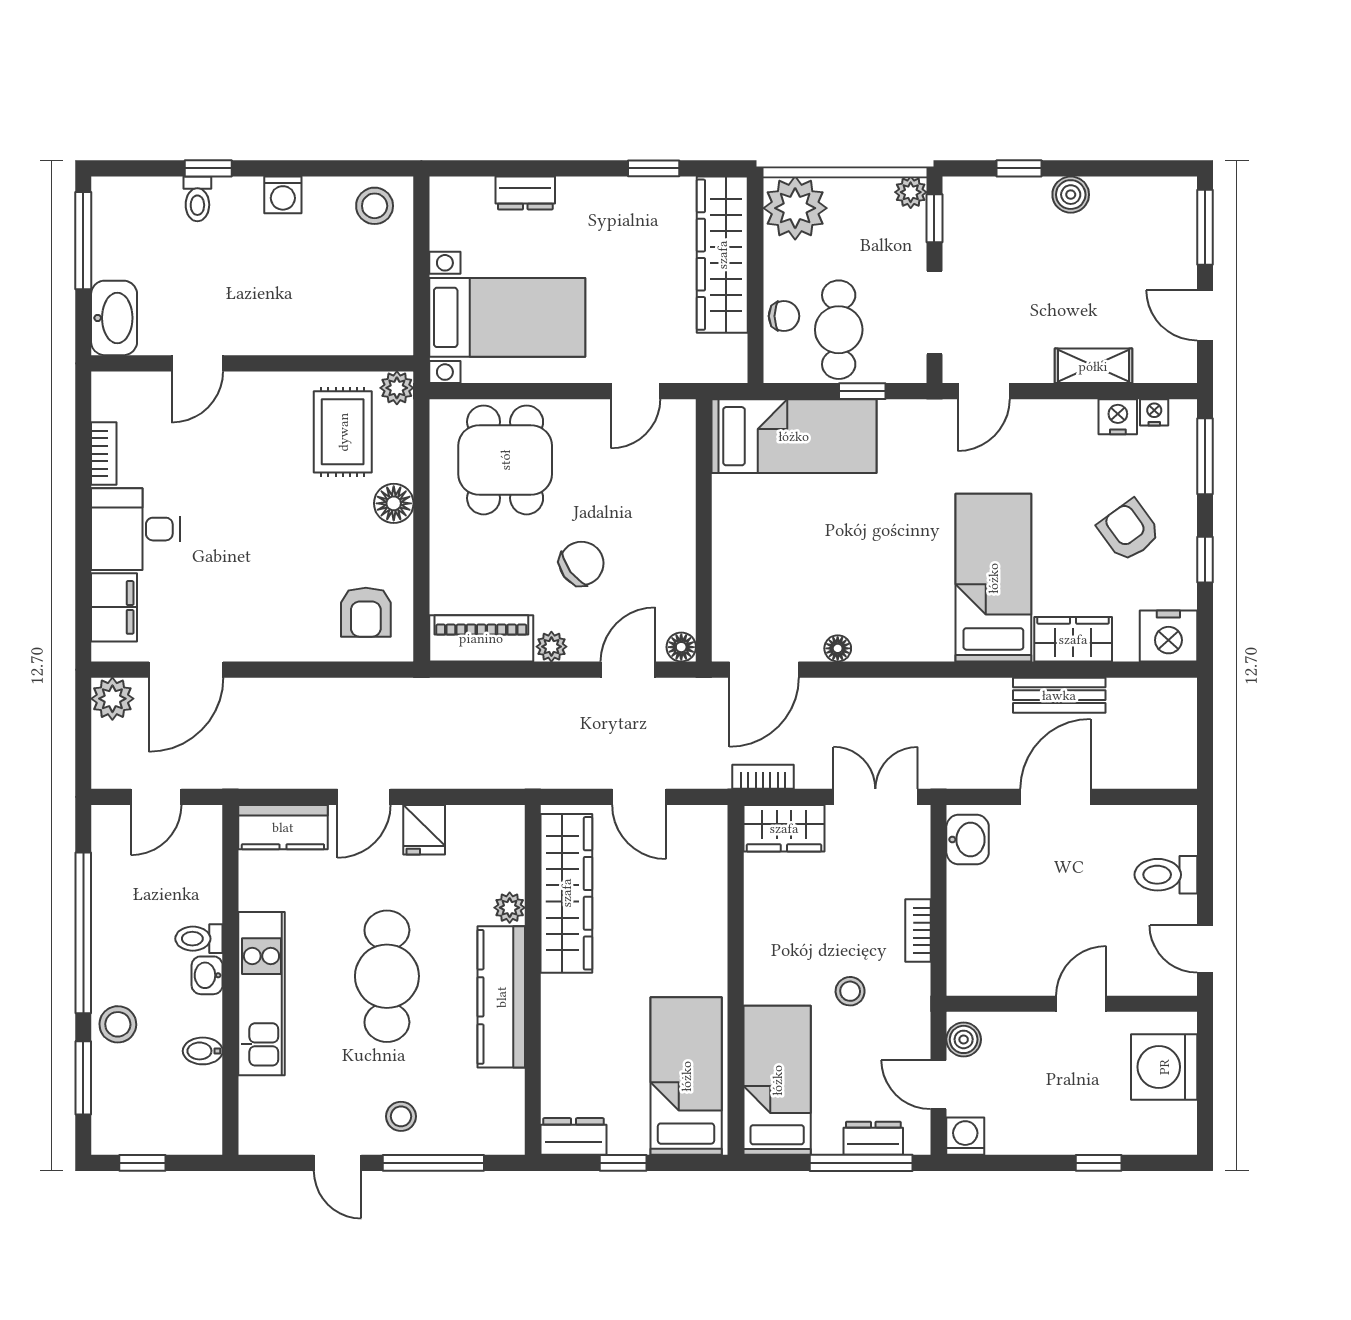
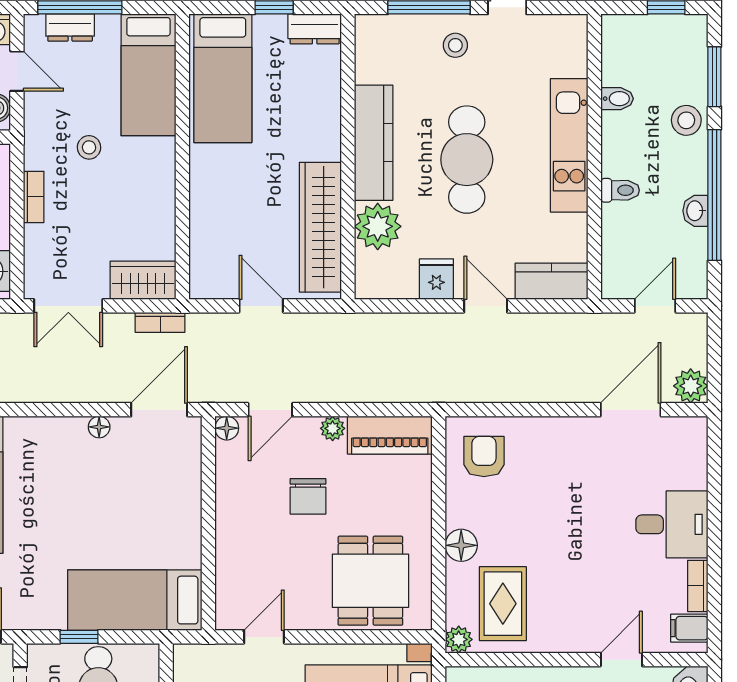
chair: (582, 563) -> (308, 496), turned -53
filing cabinet: (114, 607) -> (689, 628), moved, width x0.50
door: (364, 797) -> (486, 306), hinge flipped
plant: (510, 908) -> (378, 226), width x1.88, depth x1.88
washbasin: (207, 975) -> (695, 211), moved, turned 180

